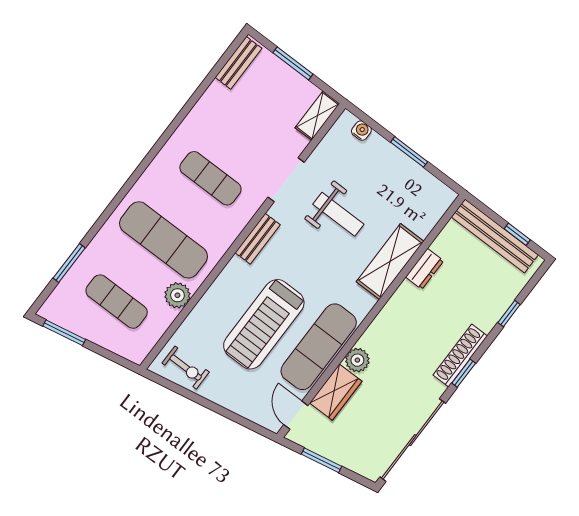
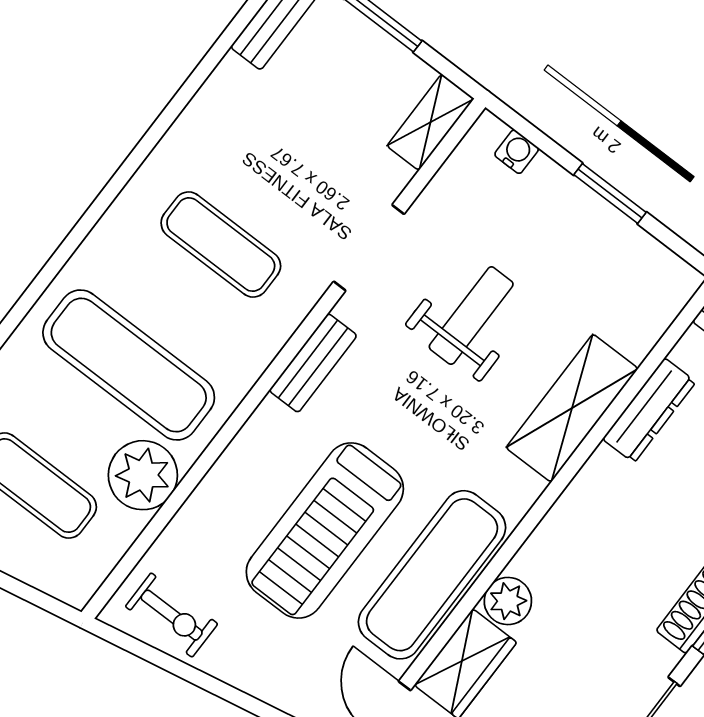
weight bench: (338, 214) -> (471, 316), turned -90
dresser: (425, 269) -> (649, 410), width x1.44
plant: (177, 295) -> (143, 475), width x1.36, depth x1.36

